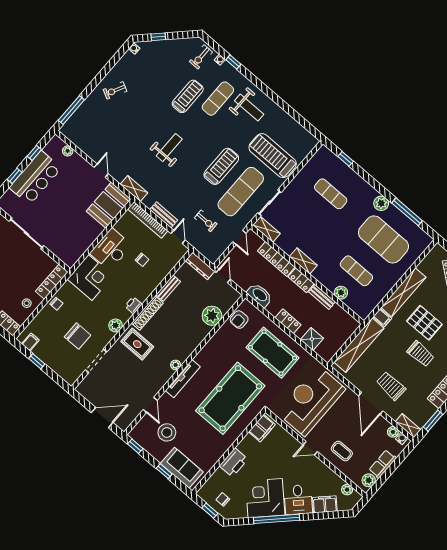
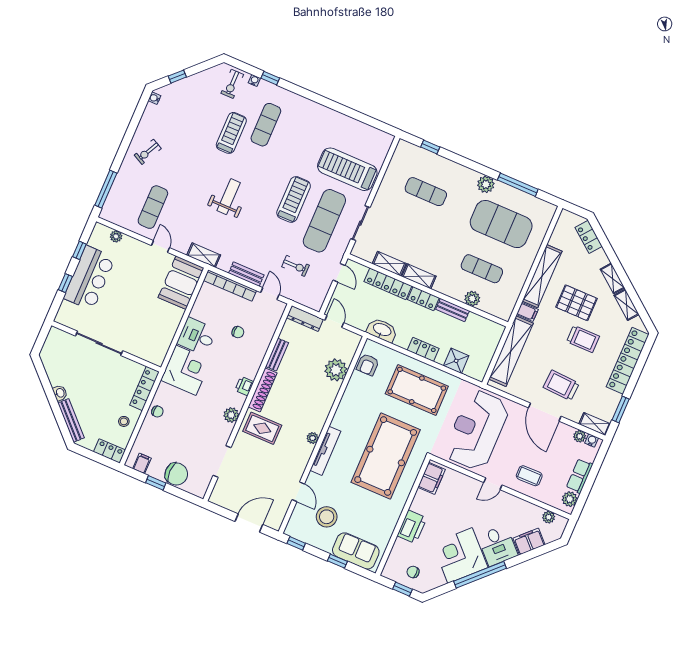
weight bench: (249, 107) -> (304, 124), removed
exercise mat: (105, 137) -> (153, 207), added
shelving: (266, 229) -> (389, 264), moved
desk: (111, 249) -> (197, 336), width x0.73
chair: (78, 336) -> (176, 474), moved

